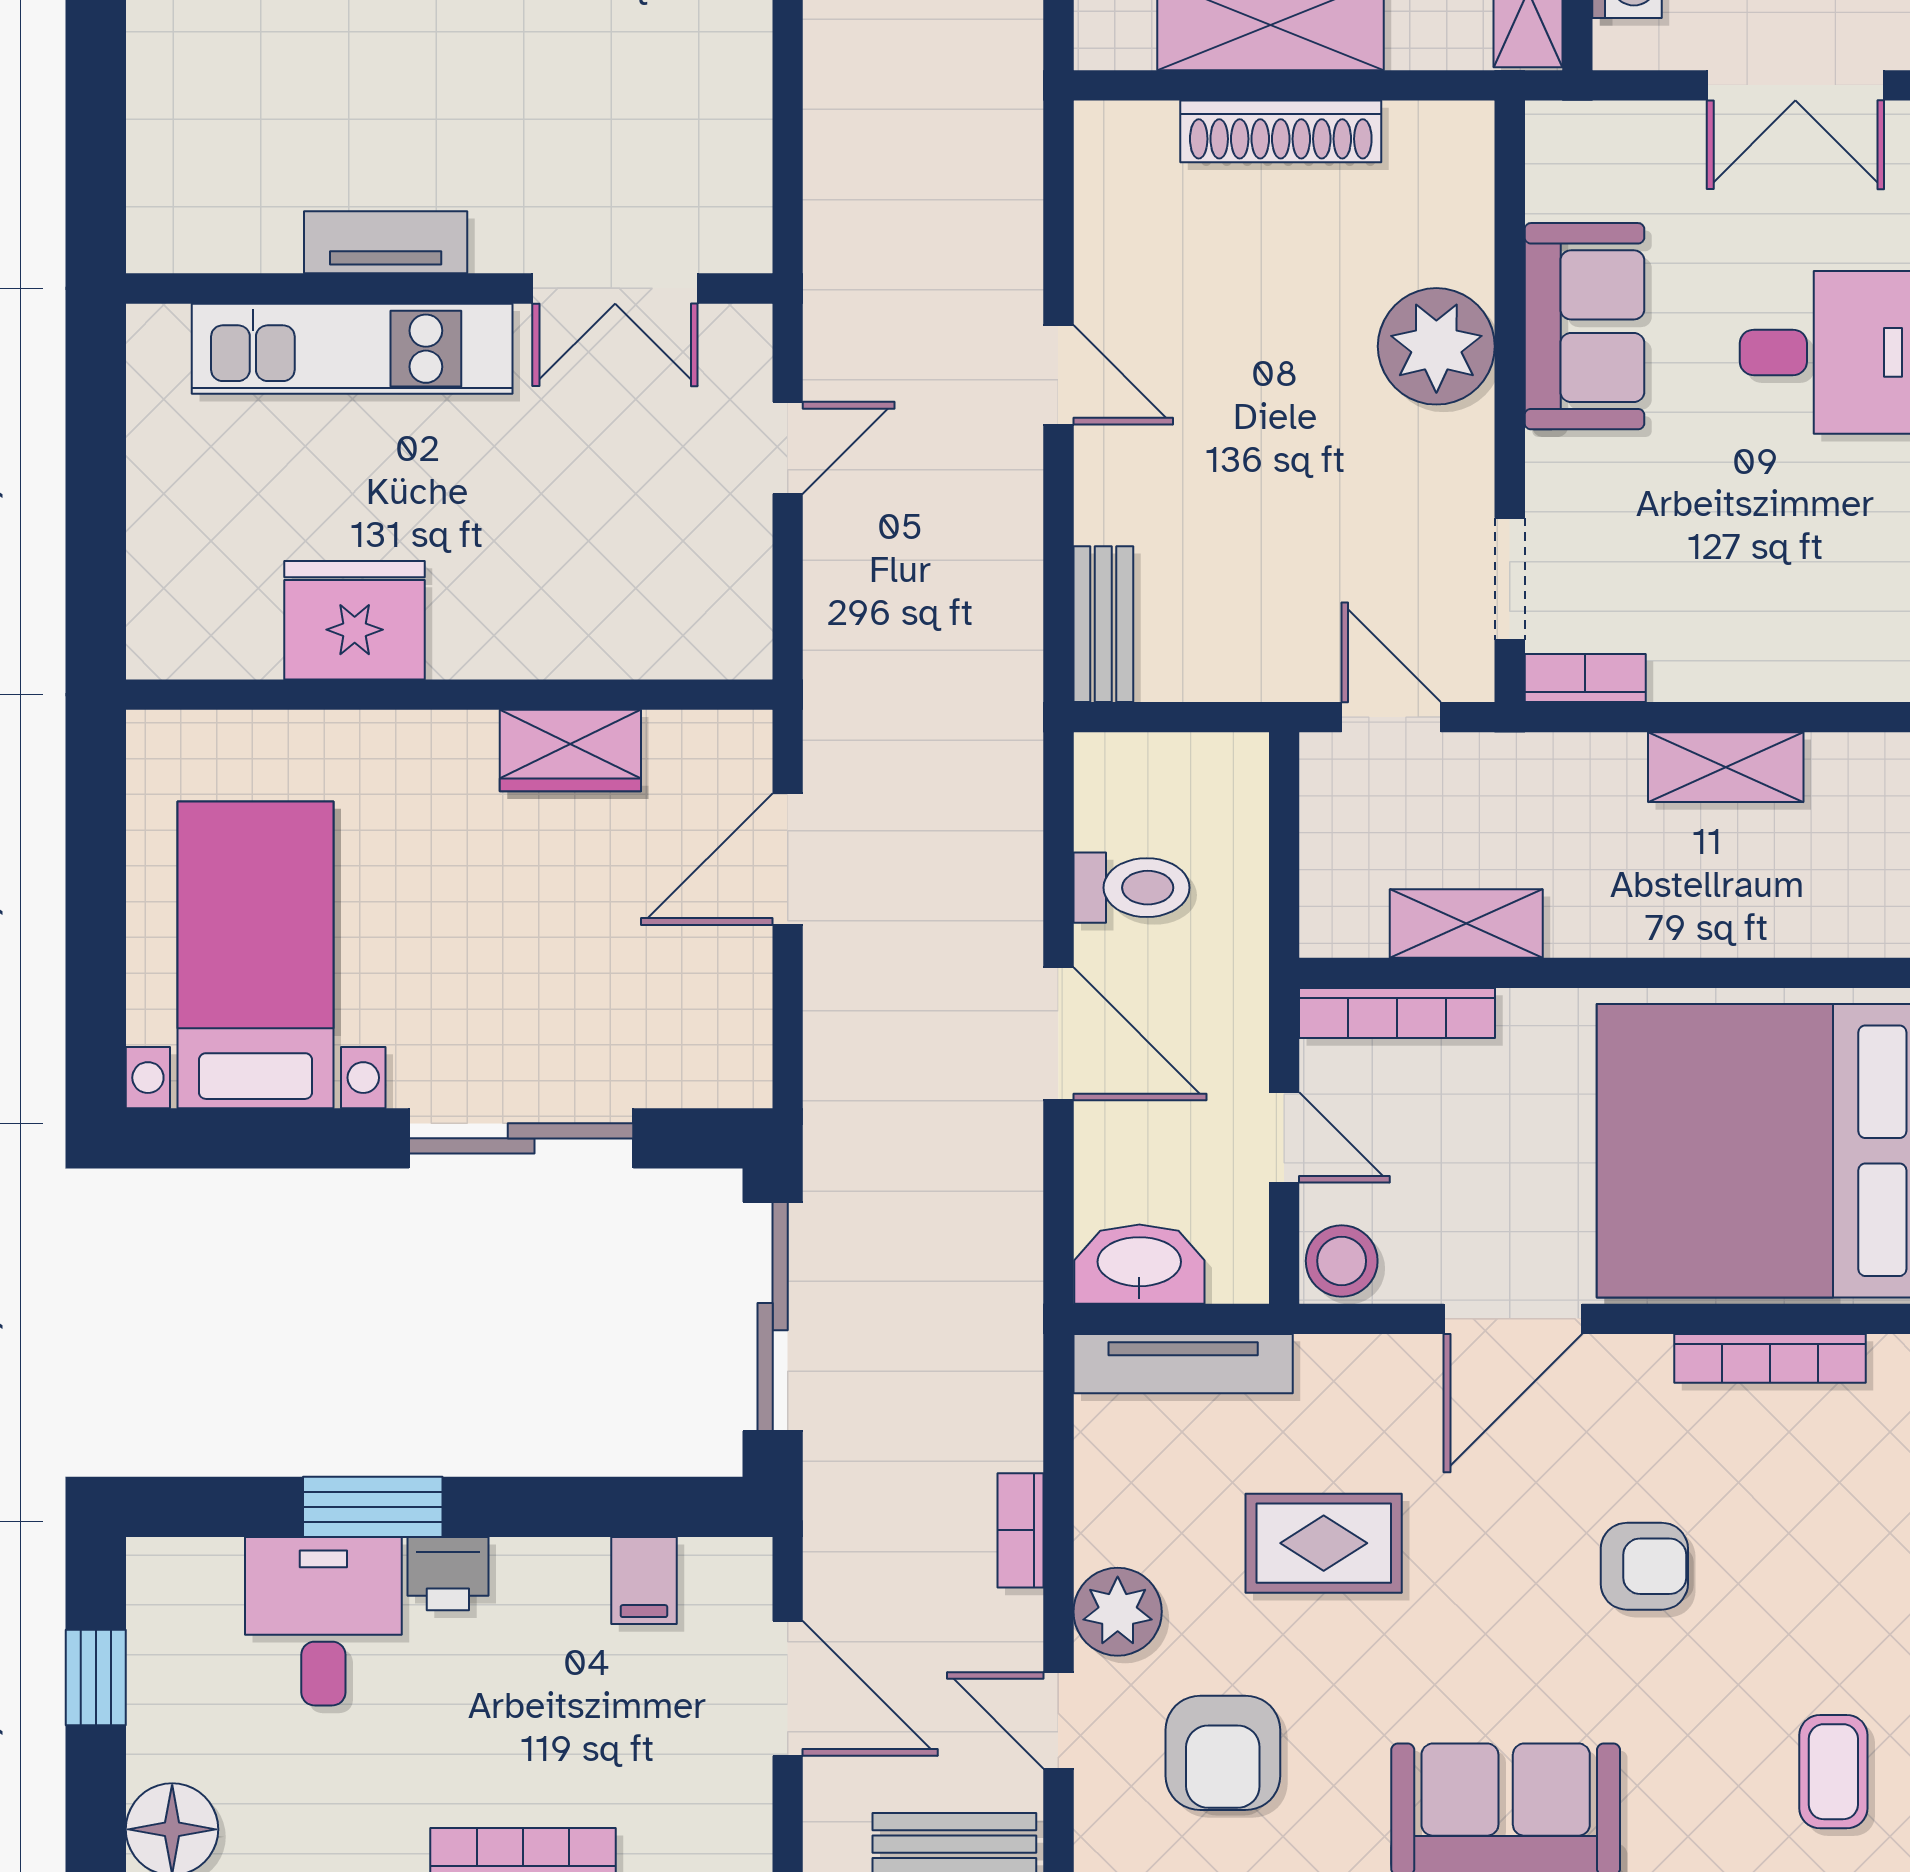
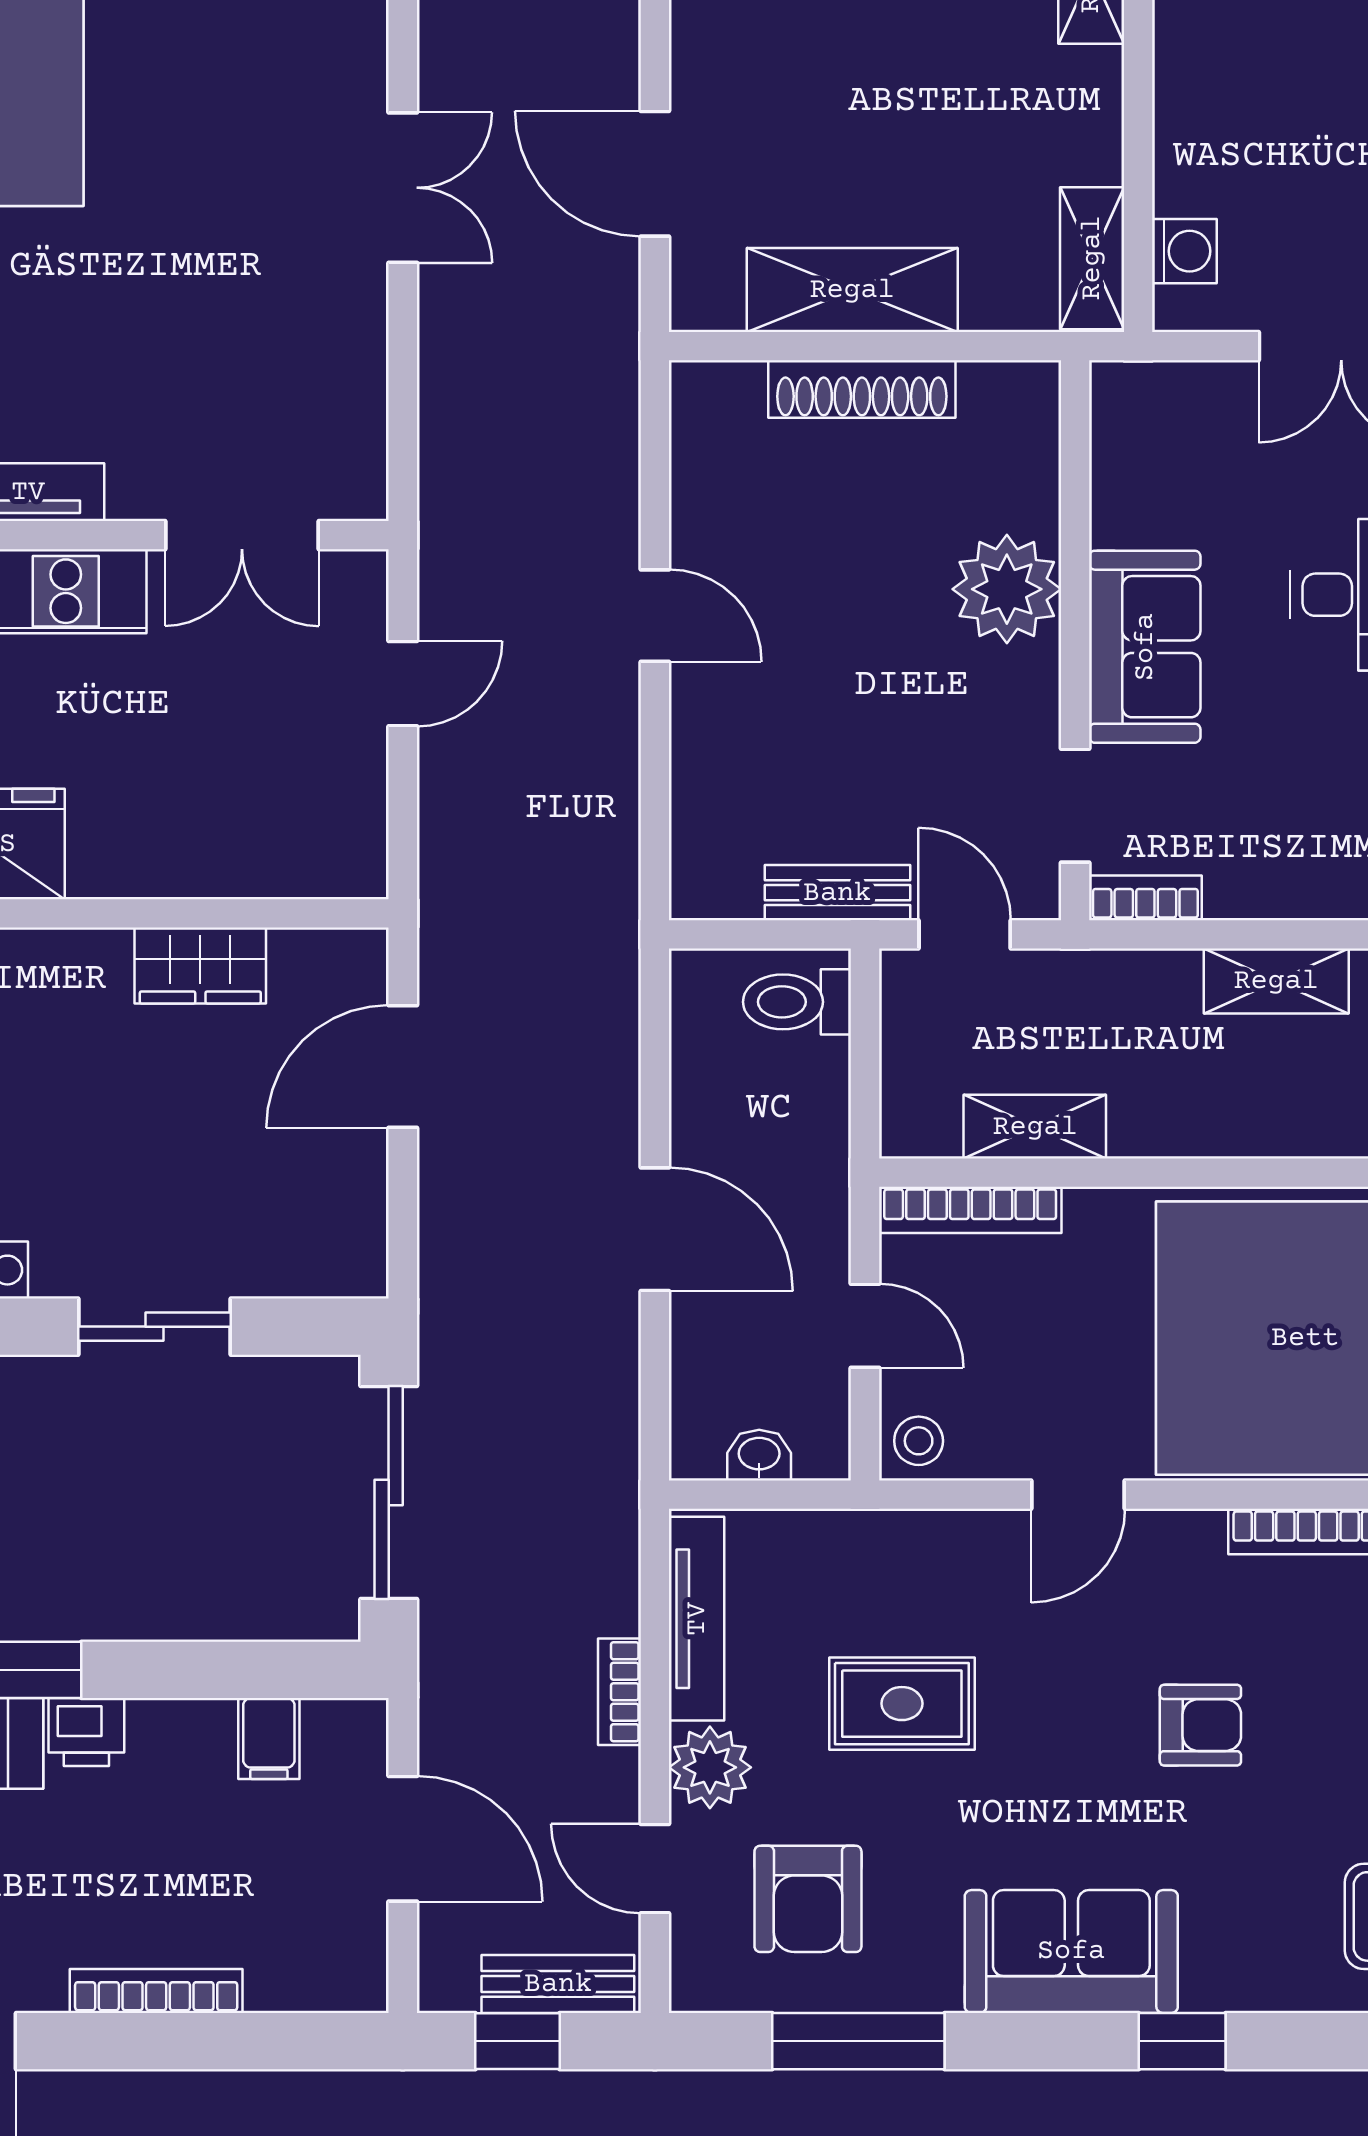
sofa: (1584, 326) -> (1145, 647), moved
bench: (1103, 624) -> (837, 893), moved, turned 90
toilet: (1131, 888) -> (797, 1002), moved, turned 180
sliding door: (521, 1138) -> (155, 1327), width x0.73
stool: (1342, 1261) -> (919, 1441), width x0.73, depth x0.73
washbasin: (1139, 1264) -> (759, 1455), width x0.52, depth x0.69
door: (1513, 1319) -> (1078, 1495), width x0.73
tv unit: (1183, 1364) -> (697, 1619), moved, turned -90

